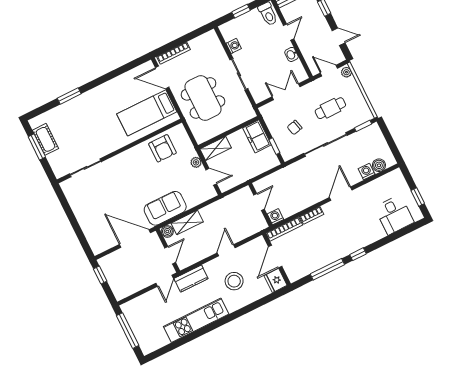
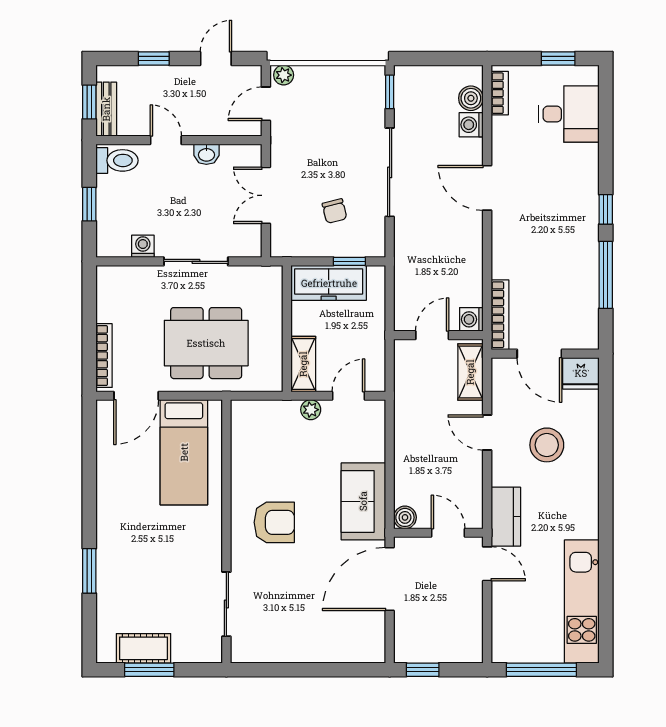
cafe table: (330, 108) -> (332, 133), removed
freezer: (257, 136) -> (329, 283), width x1.40
armchair: (163, 148) -> (274, 522), moved
door: (259, 202) -> (432, 335), hinge flipped
bookcase: (312, 215) -> (500, 93), moved
shelving: (187, 222) -> (470, 372), moved
kitchen unit: (196, 320) -> (582, 602), moved

